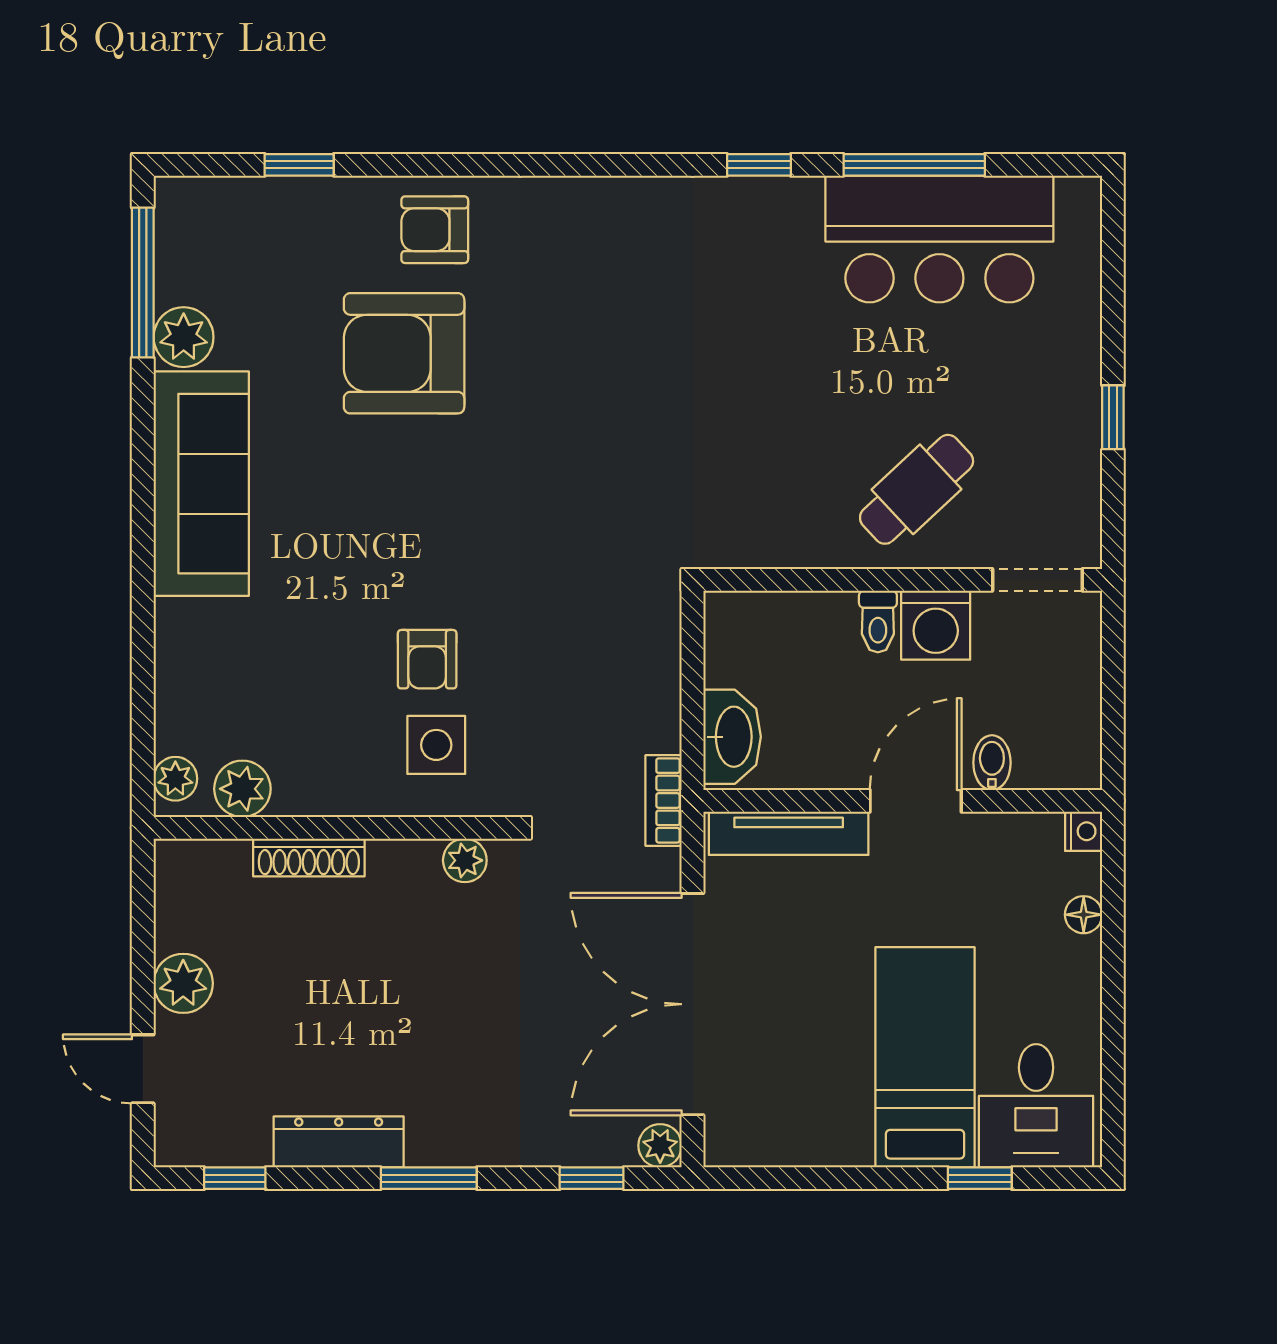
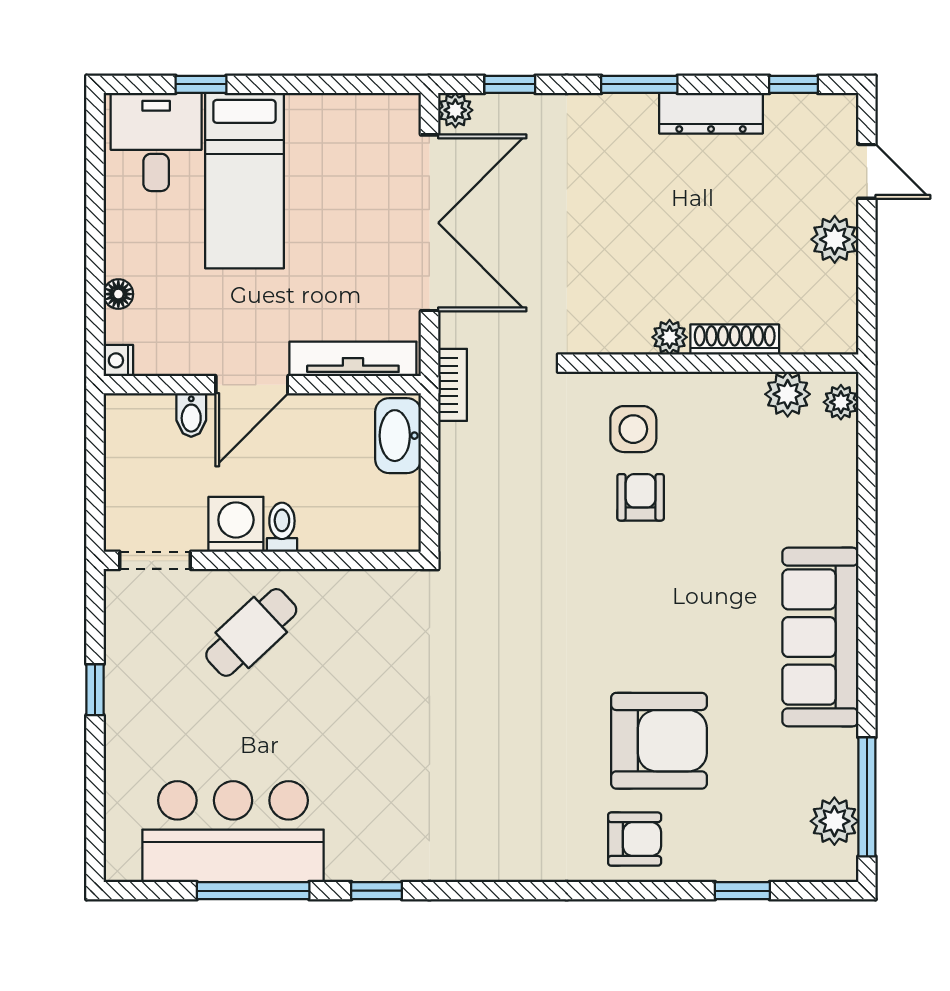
plant: (184, 337) -> (834, 821), moved
plant: (465, 860) -> (670, 337), moved

